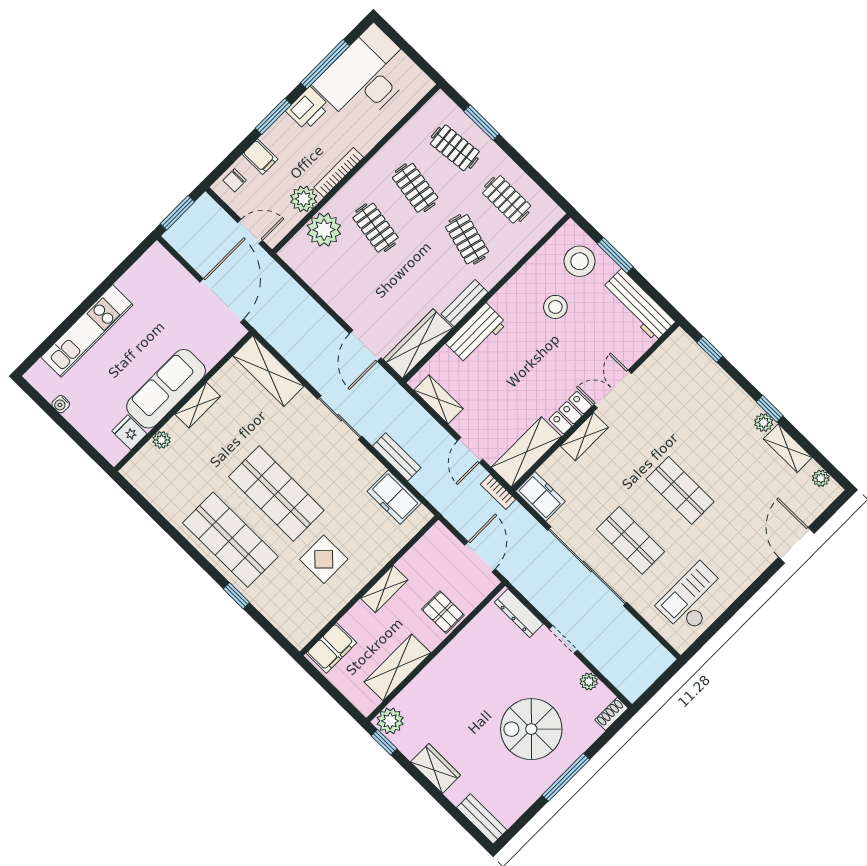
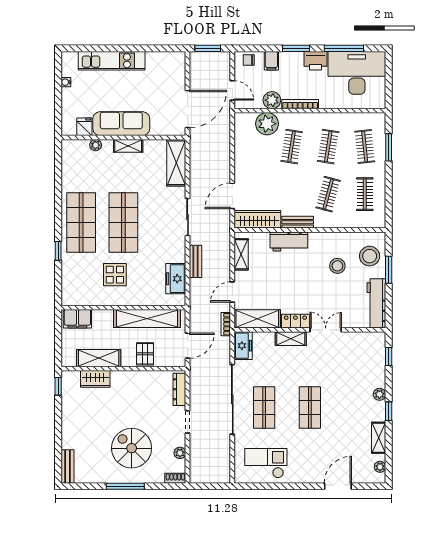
plant: (764, 422) -> (379, 394), moved
shelving: (384, 589) -> (147, 318), width x2.20, depth x1.33
plant: (390, 721) -> (71, 379), removed
wardrobe: (436, 769) -> (95, 379), moved, turned 90

